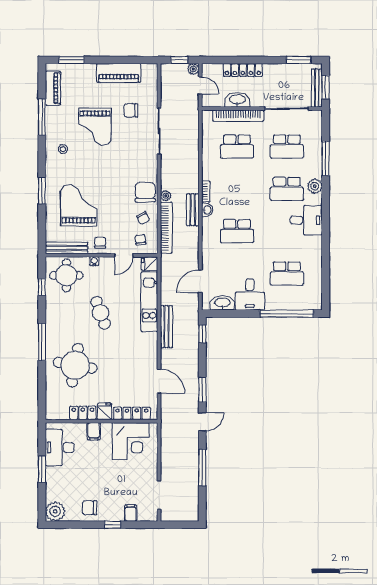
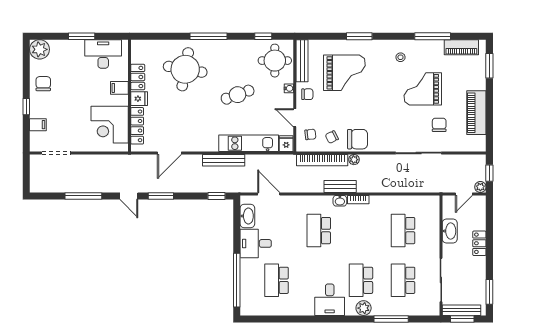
locker: (243, 70) -> (479, 243), width x0.66
bookcase: (238, 116) -> (434, 232), removed

